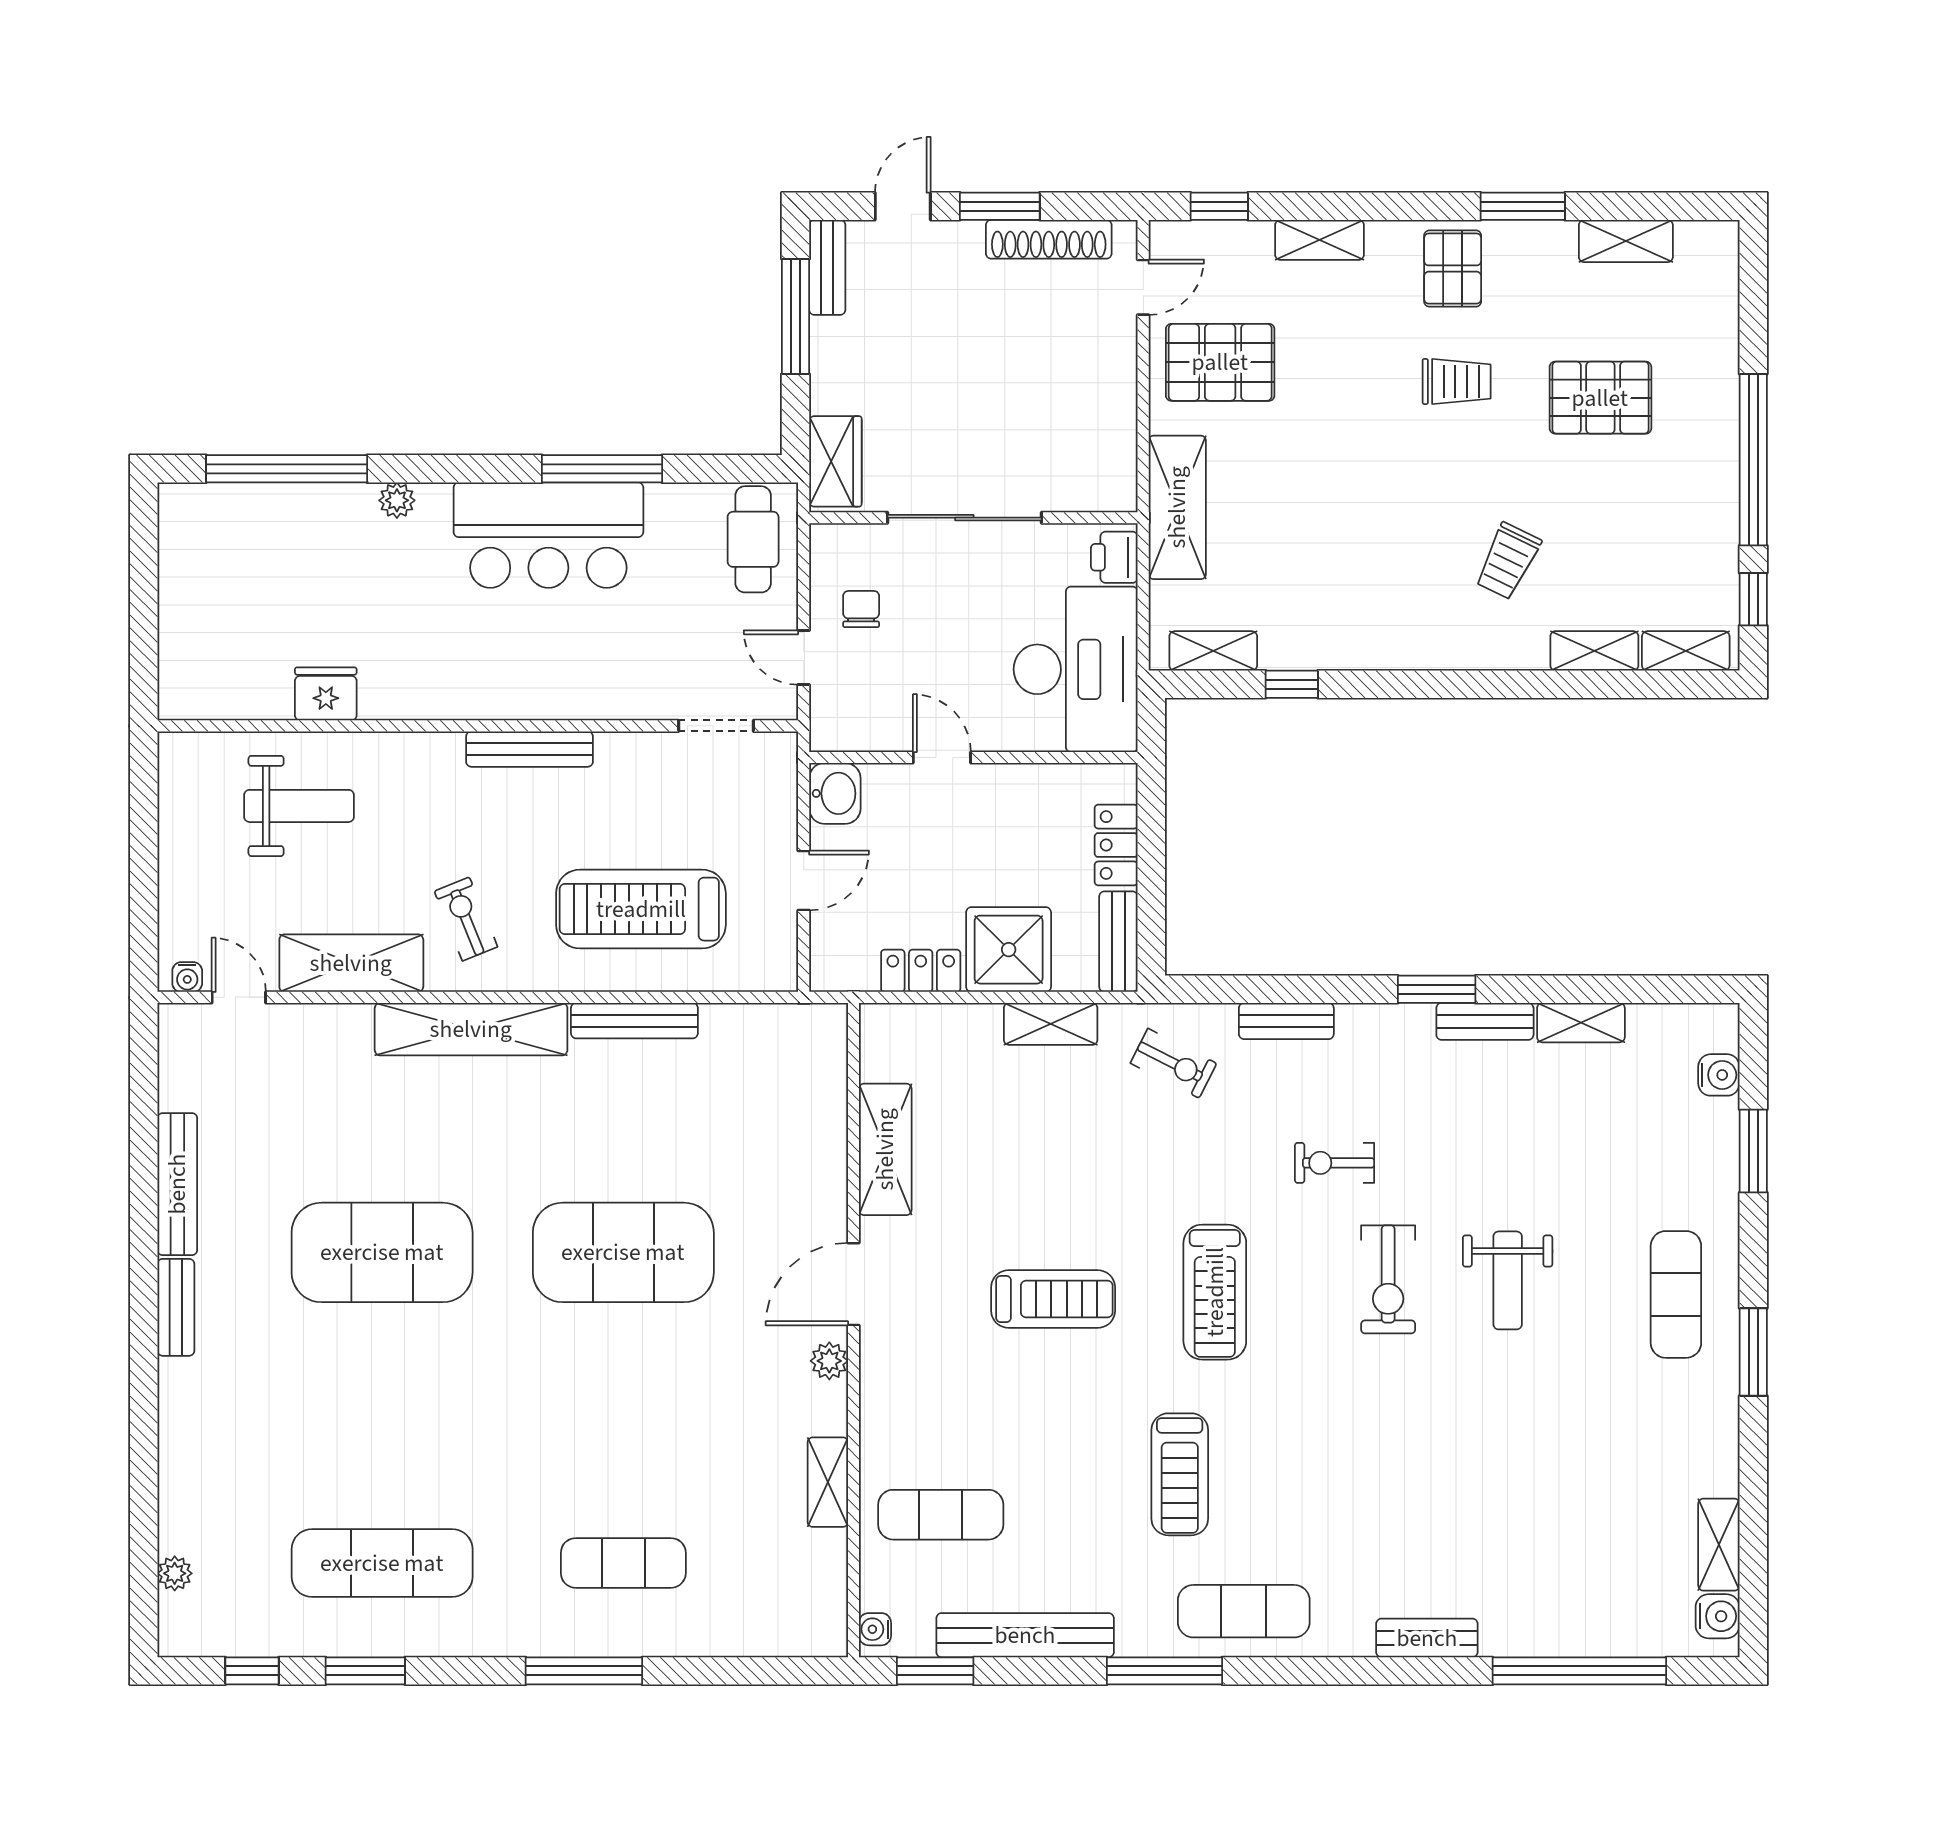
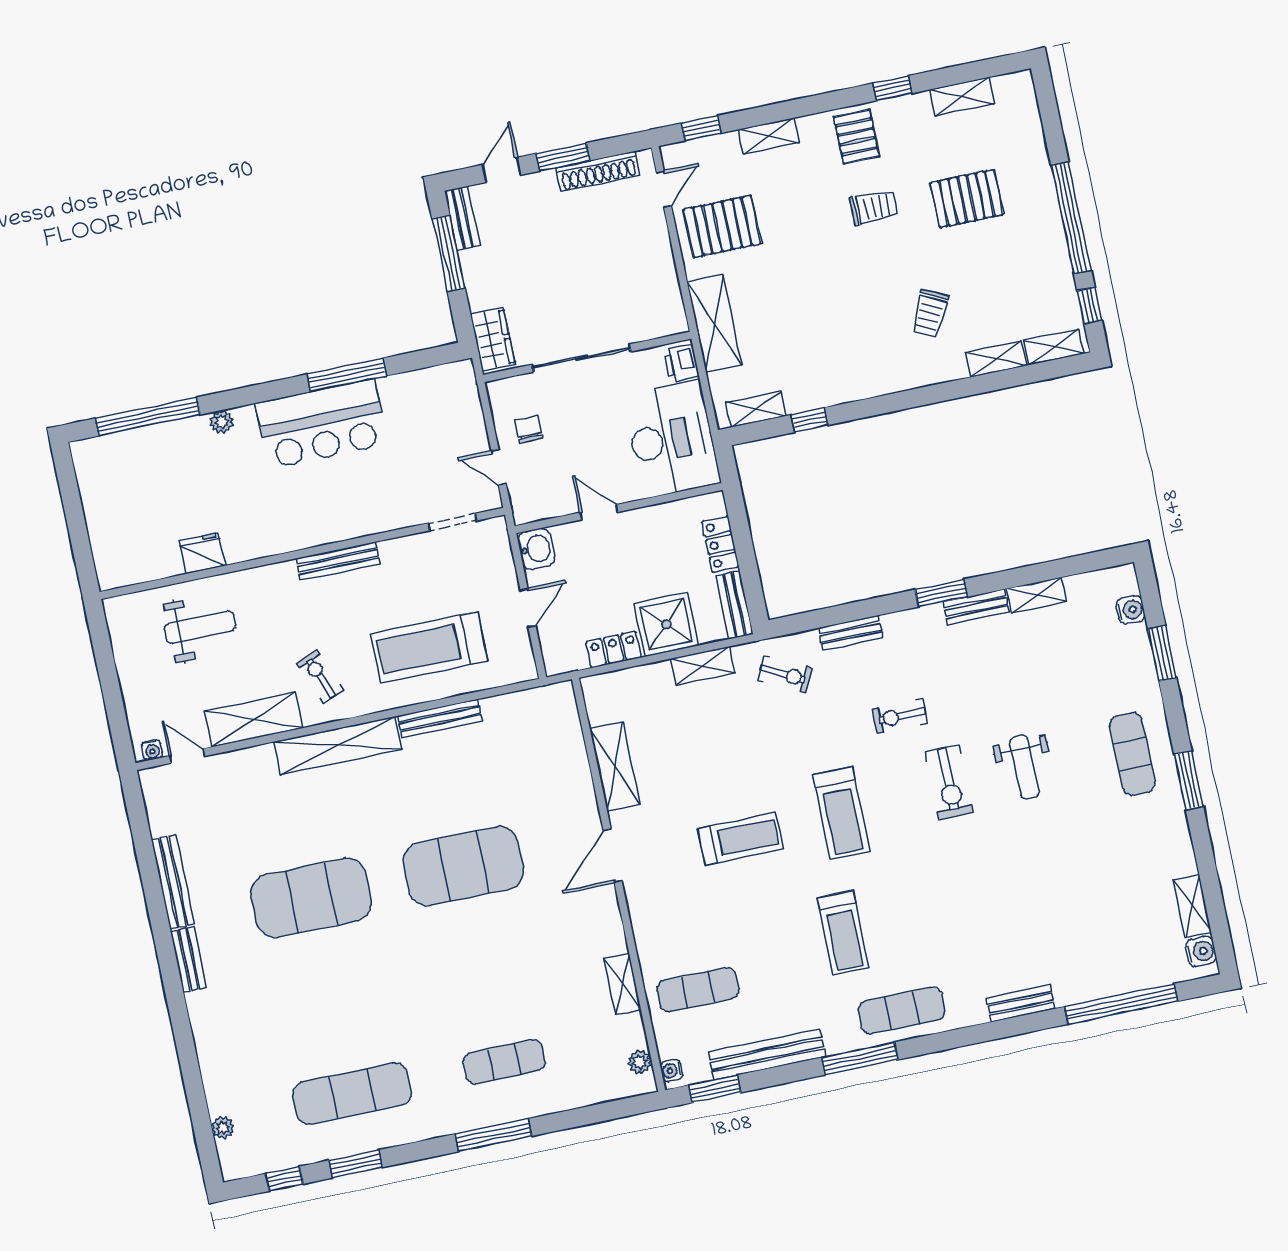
window: (1523, 206) -> (892, 88), width x0.67
cafe table: (753, 539) -> (451, 399), removed
plant: (829, 1361) -> (640, 1062), moved

